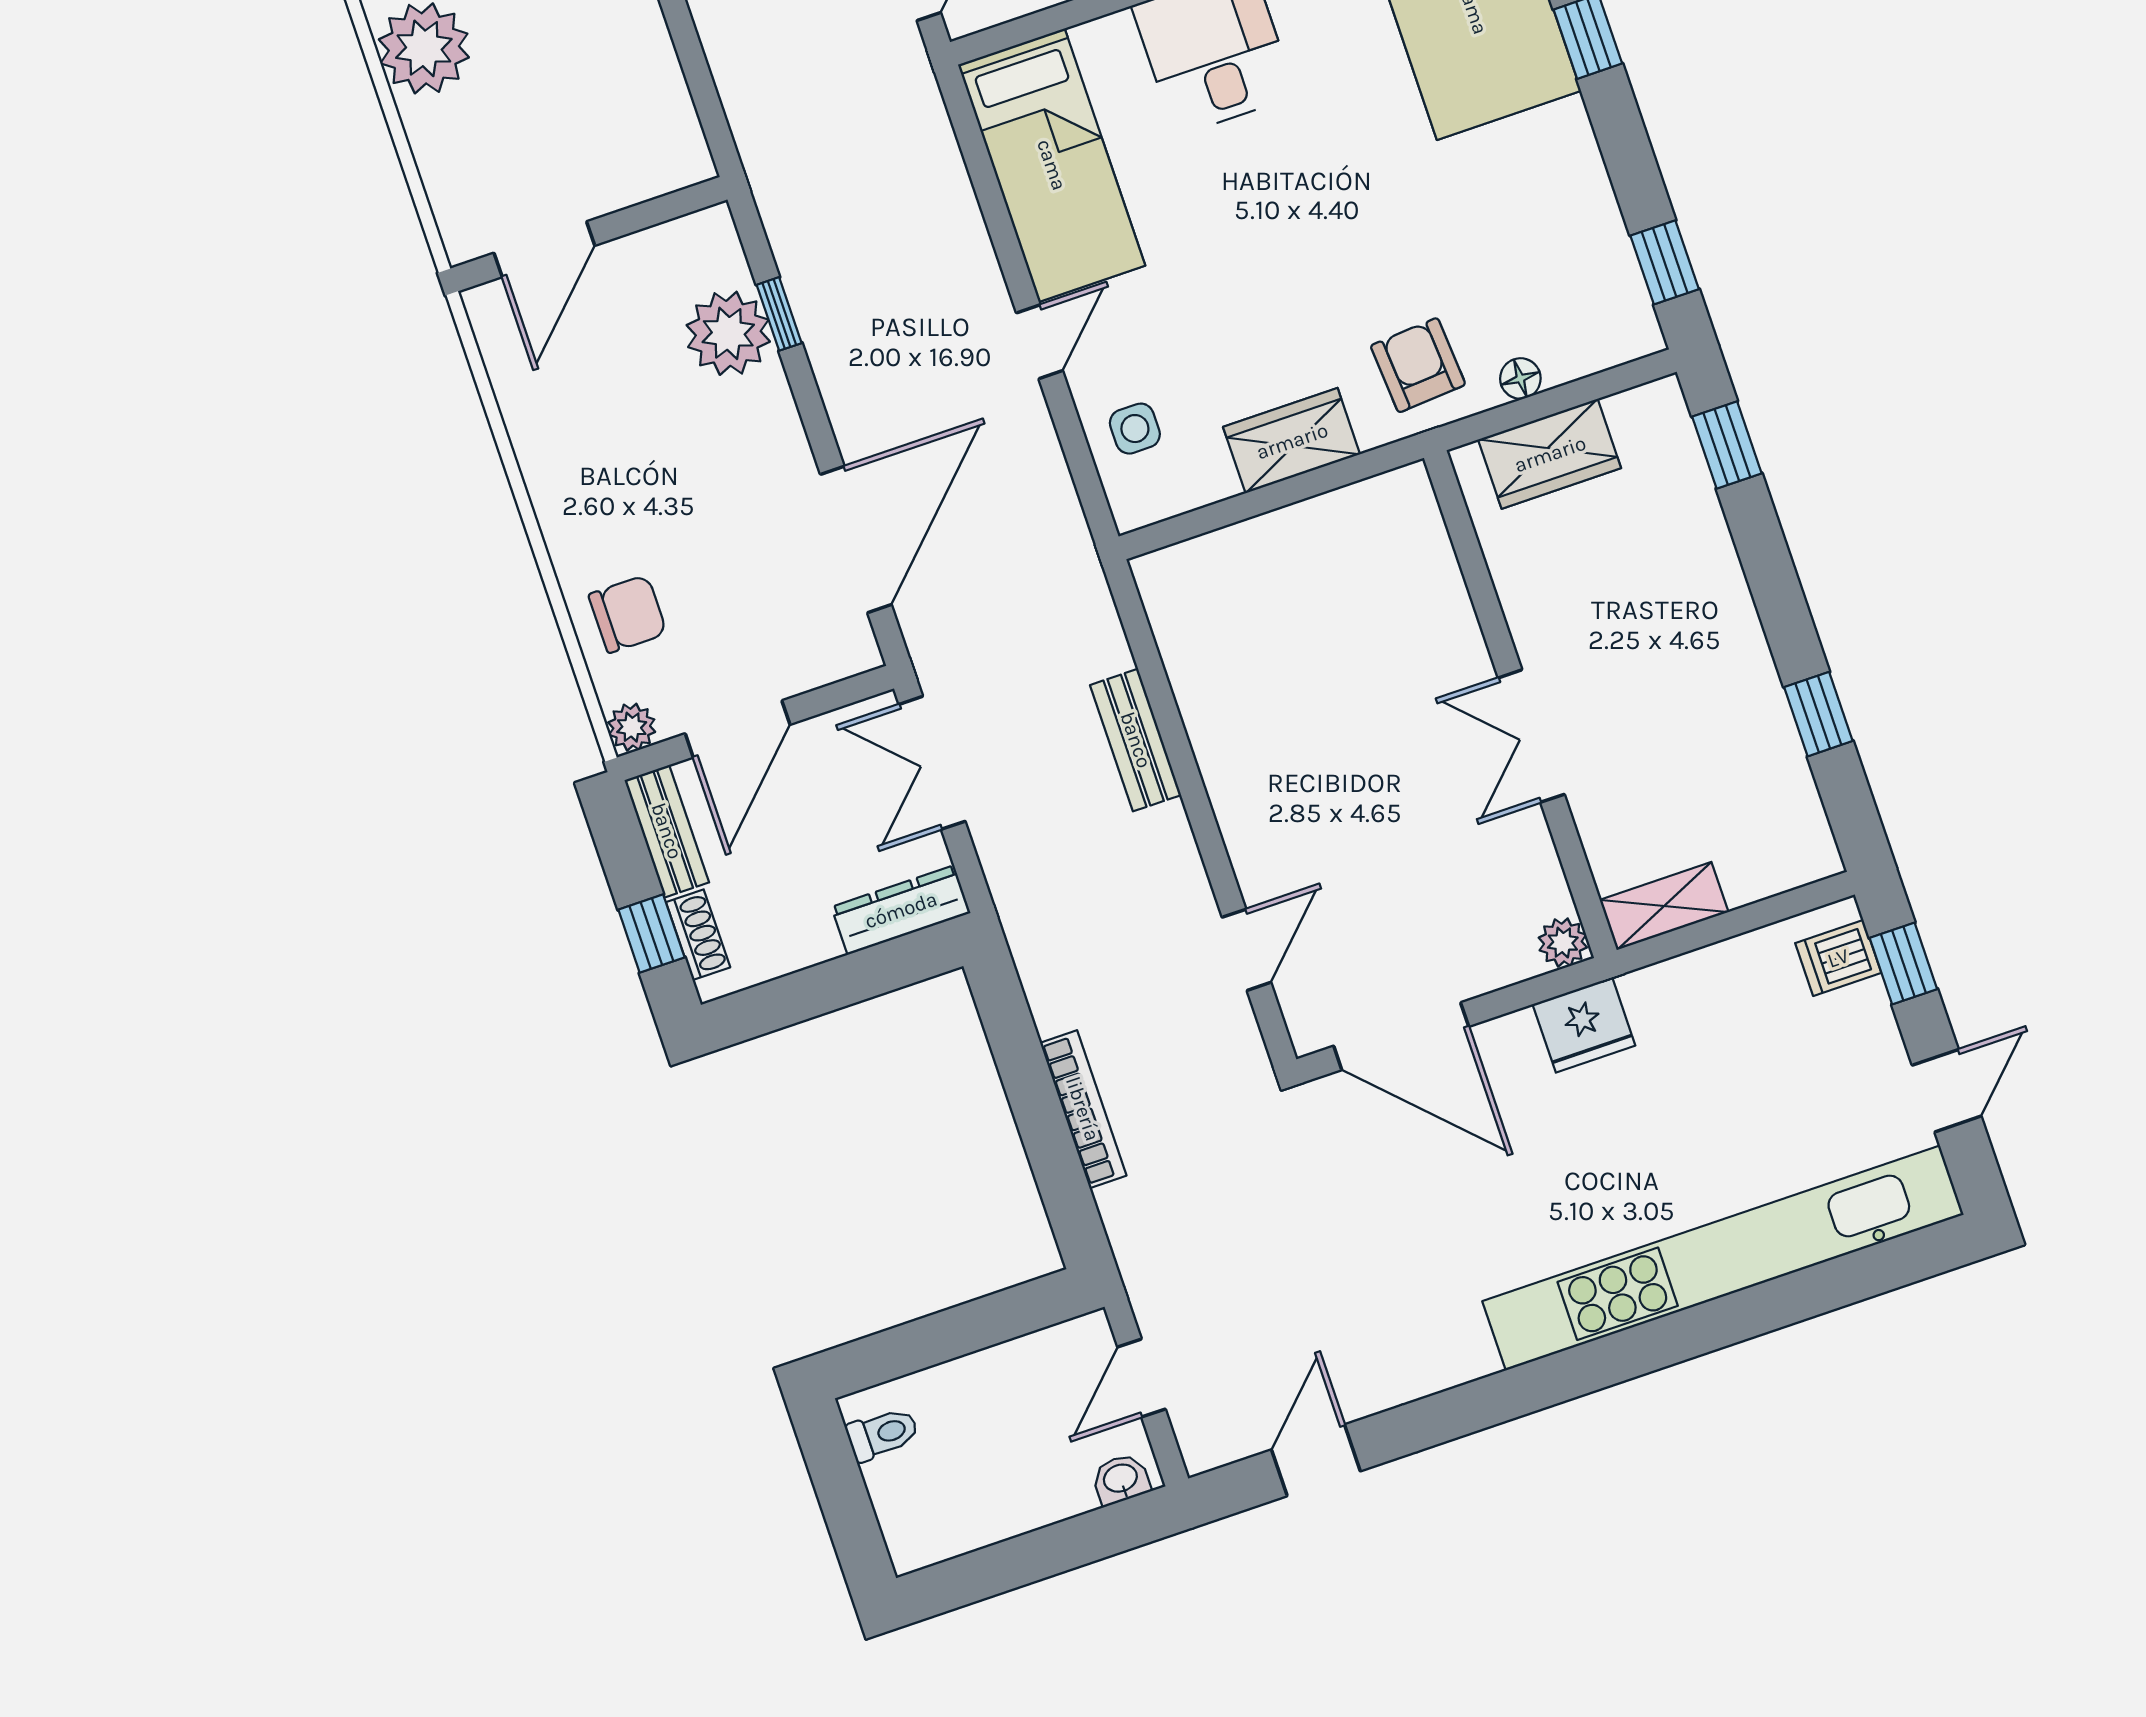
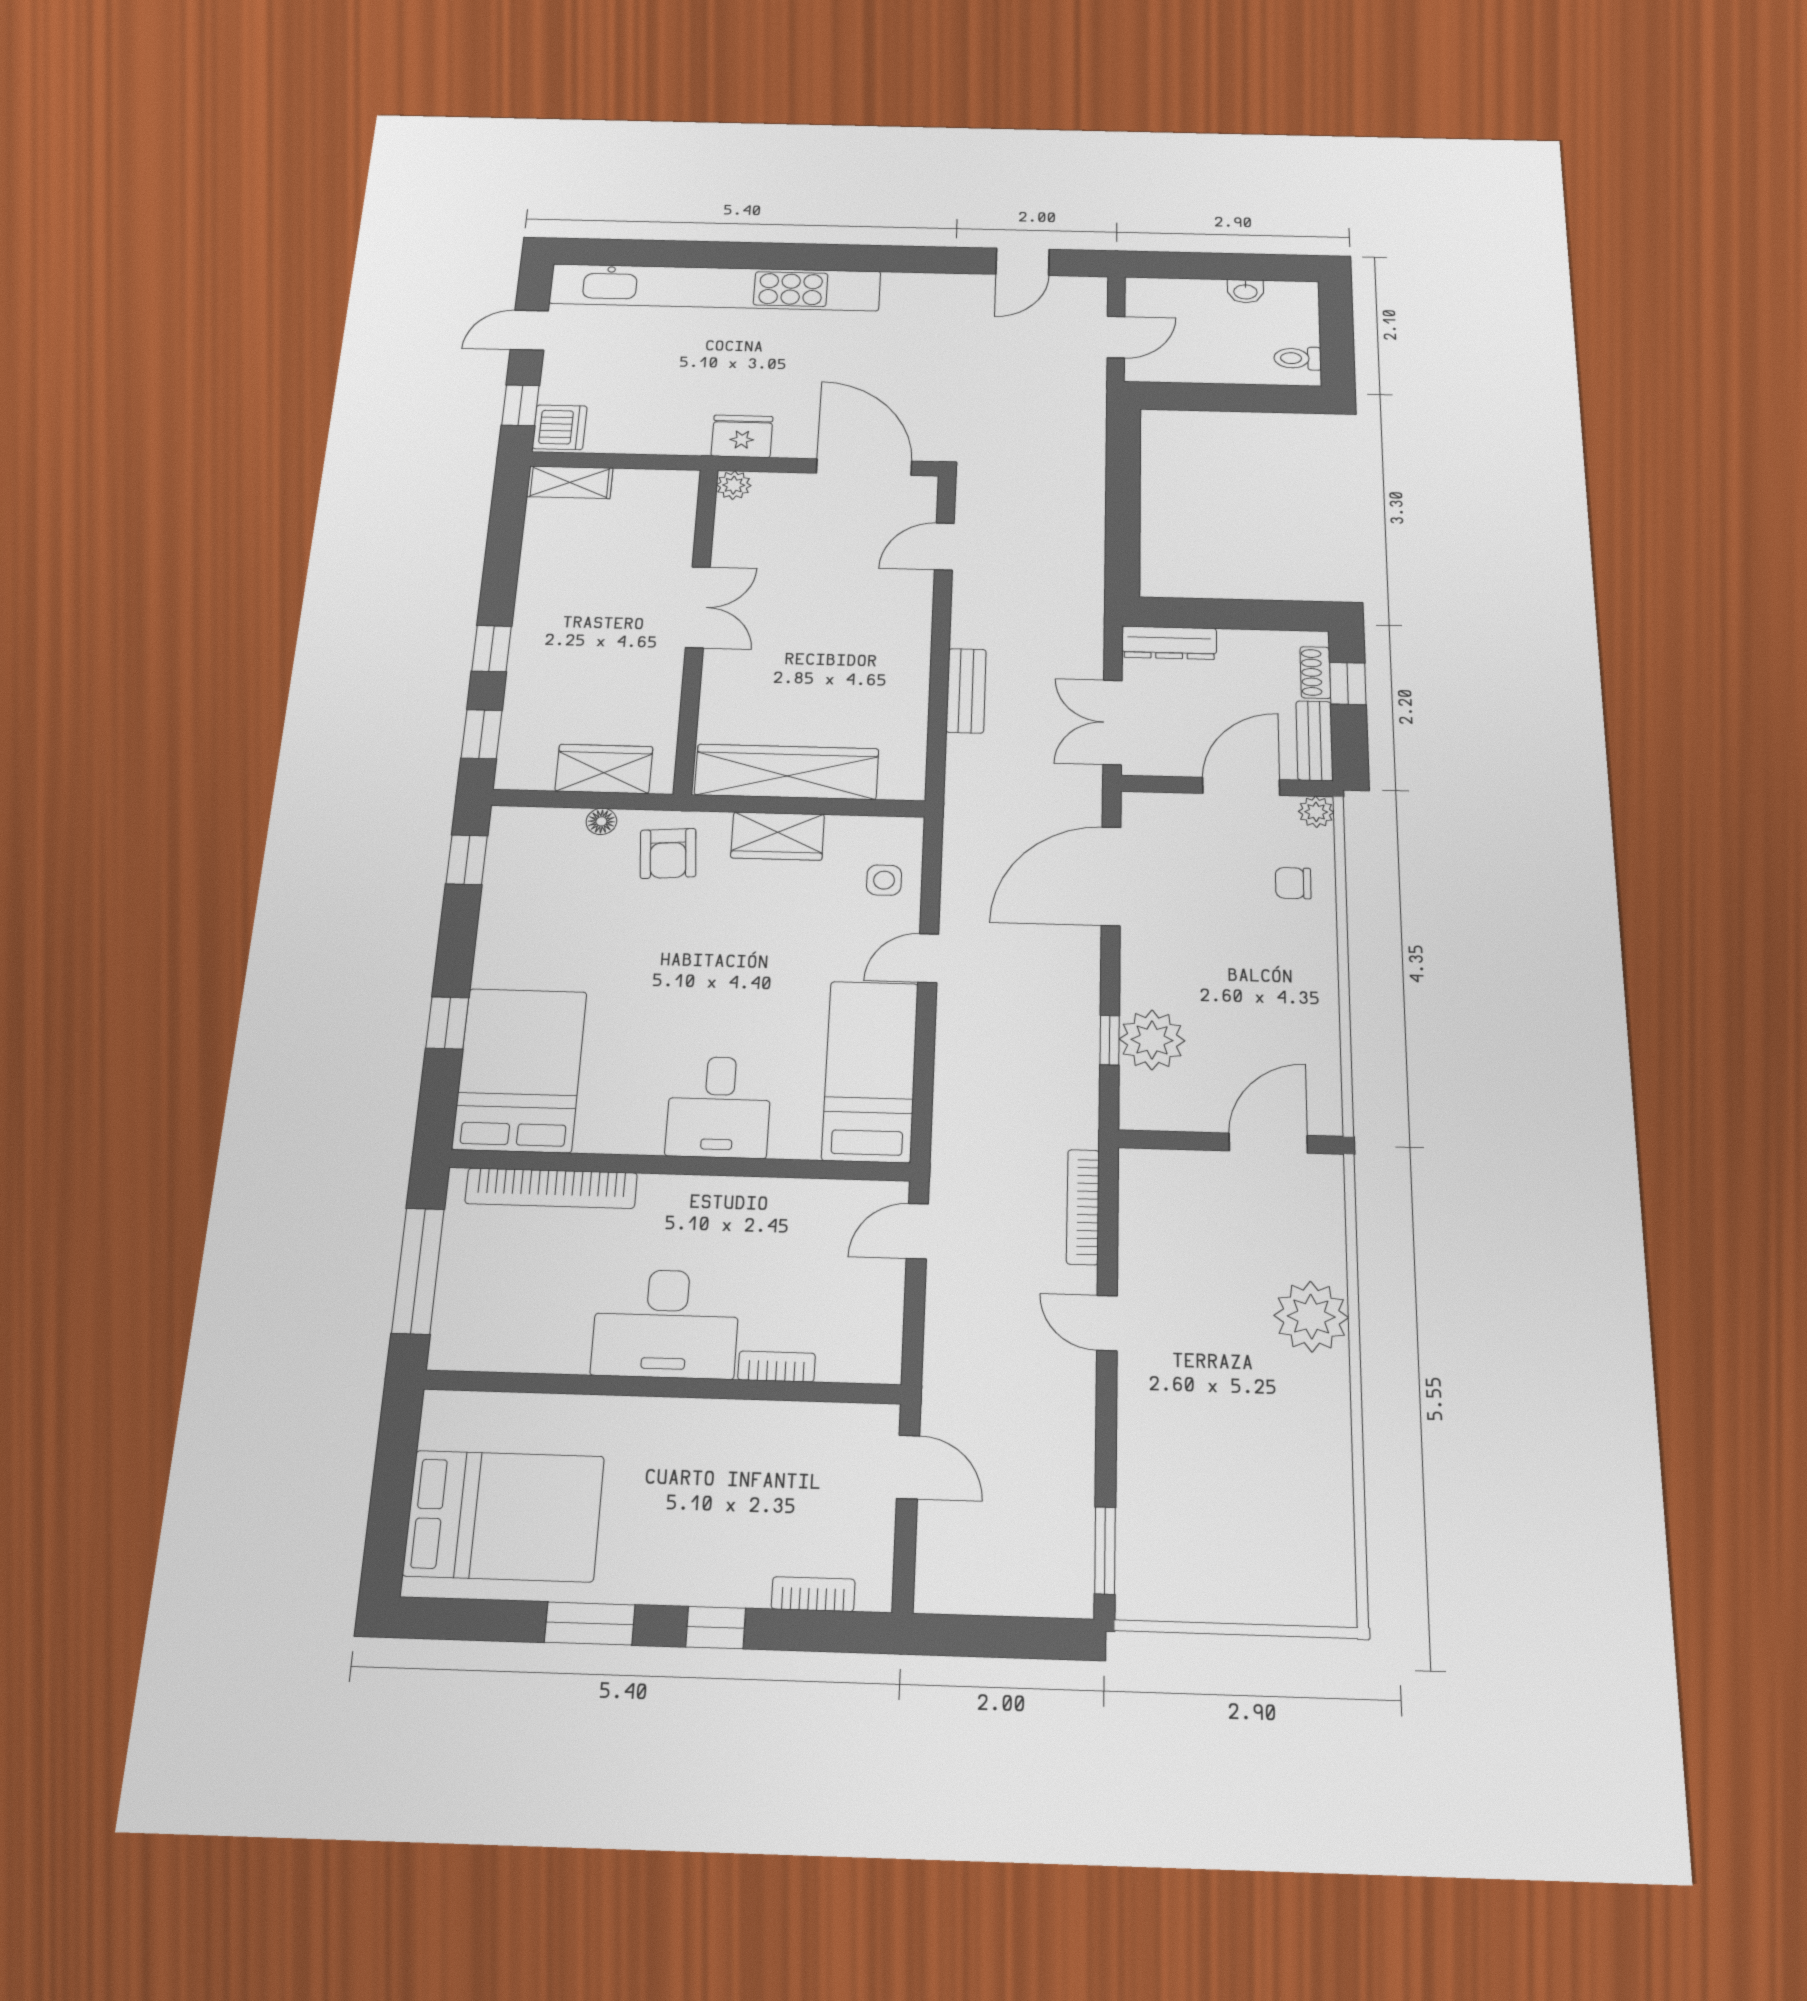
wardrobe: (1317, 536) -> (787, 772), added
chair: (628, 614) -> (1293, 883), width x0.73, depth x0.73
window: (1818, 714) -> (492, 649), moved
double door: (932, 763) -> (1112, 722), swing flipped
shelving: (1664, 906) -> (570, 482), moved
dishwasher: (1838, 958) -> (560, 427), width x1.38
bookcase: (1083, 1109) -> (1083, 1207), moved
washbasin: (1121, 1479) -> (1245, 291), moved

